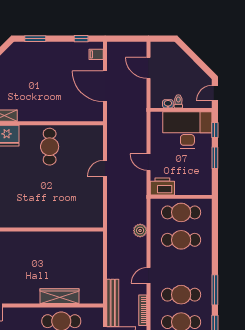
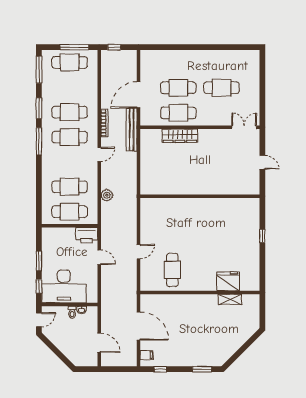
cafe table: (50, 147) -> (172, 270), moved

